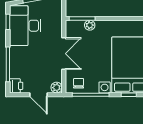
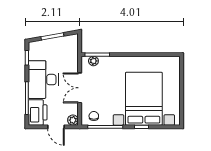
plant: (90, 25) -> (93, 61), moved
desk: (25, 26) -> (43, 80), moved
double door: (64, 54) -> (80, 88), swing flipped
printer: (16, 86) -> (38, 112), width x1.87, depth x1.48

